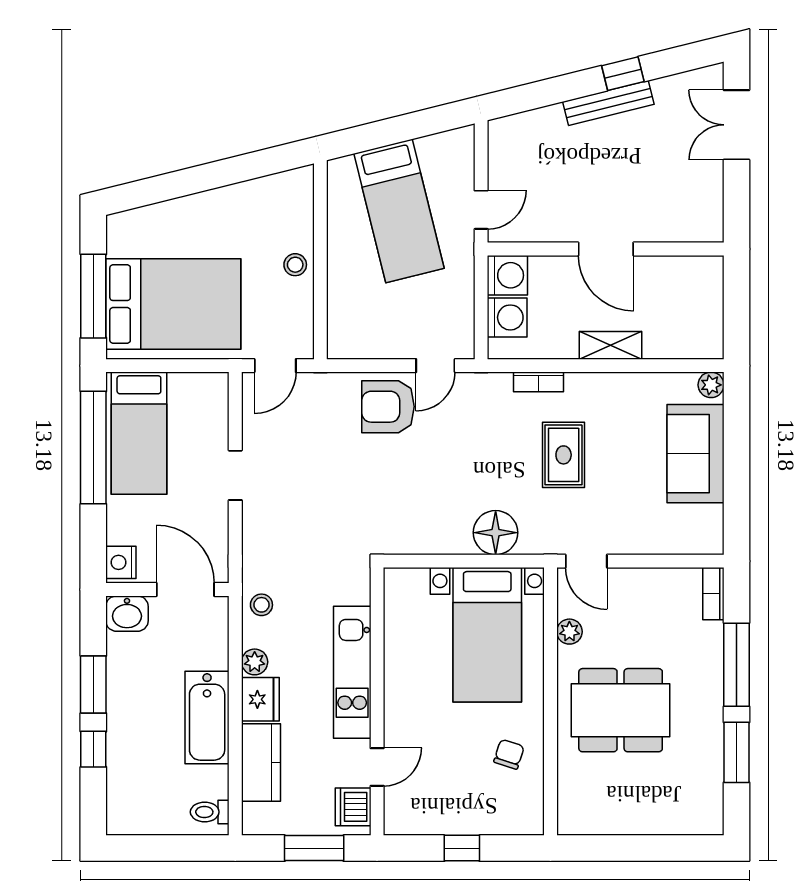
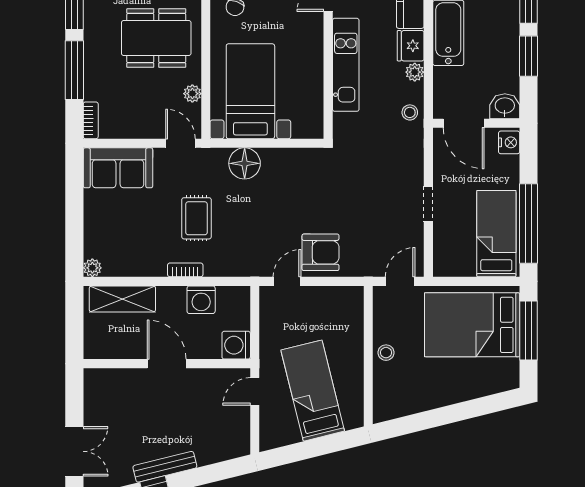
washing machine: (507, 317) -> (201, 300), moved, turned -90
shelving: (610, 345) -> (122, 299), moved, width x1.50, depth x1.33
bookcase: (539, 382) -> (185, 270), moved
sofa: (695, 454) -> (118, 168), moved, turned 90

